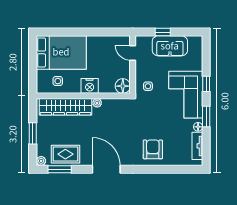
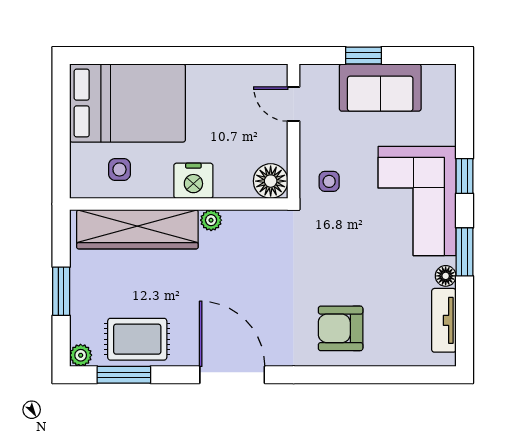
armchair: (153, 149) -> (341, 328), turned -90

